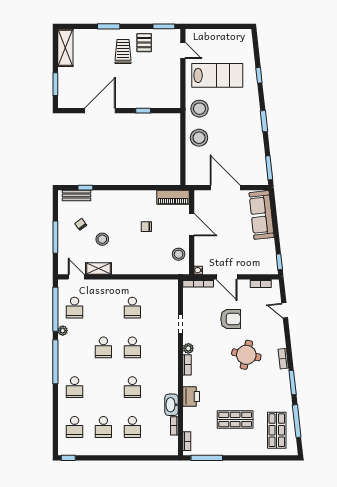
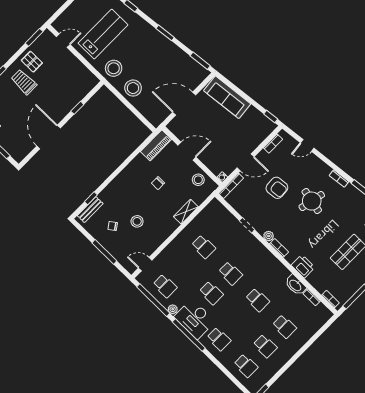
shelving: (99, 269) -> (186, 212), moved
armchair: (231, 319) -> (277, 188), turned 85
desk: (72, 354) -> (195, 319), added

